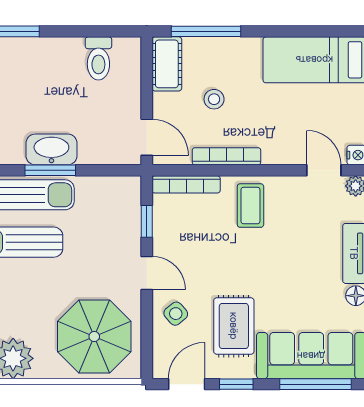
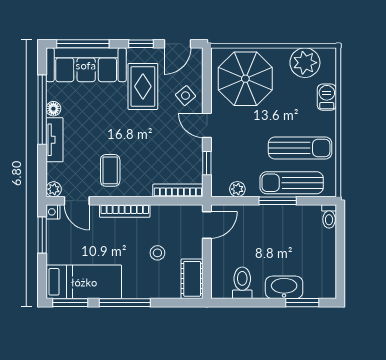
window: (206, 31) -> (125, 303), moved
window: (333, 31) -> (70, 303), added
door: (147, 137) -> (207, 225), swing flipped
washbasin: (51, 149) -> (284, 287), moved, turned 180
bookcase: (226, 156) -> (125, 211), moved
plant: (105, 186) -> (237, 189), added
coffee table: (250, 206) -> (110, 170), moved

